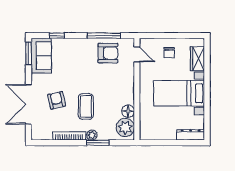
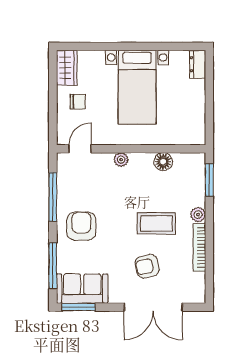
window: (57, 36) -> (53, 266), width x2.17
armchair: (108, 53) -> (81, 226), moved
wardrobe: (197, 59) -> (67, 68), moved, turned -90
plant: (125, 128) -> (121, 160), moved, width x0.53, depth x0.53
dresser: (191, 135) -> (198, 64), width x0.70
window: (98, 143) -> (209, 180), moved

